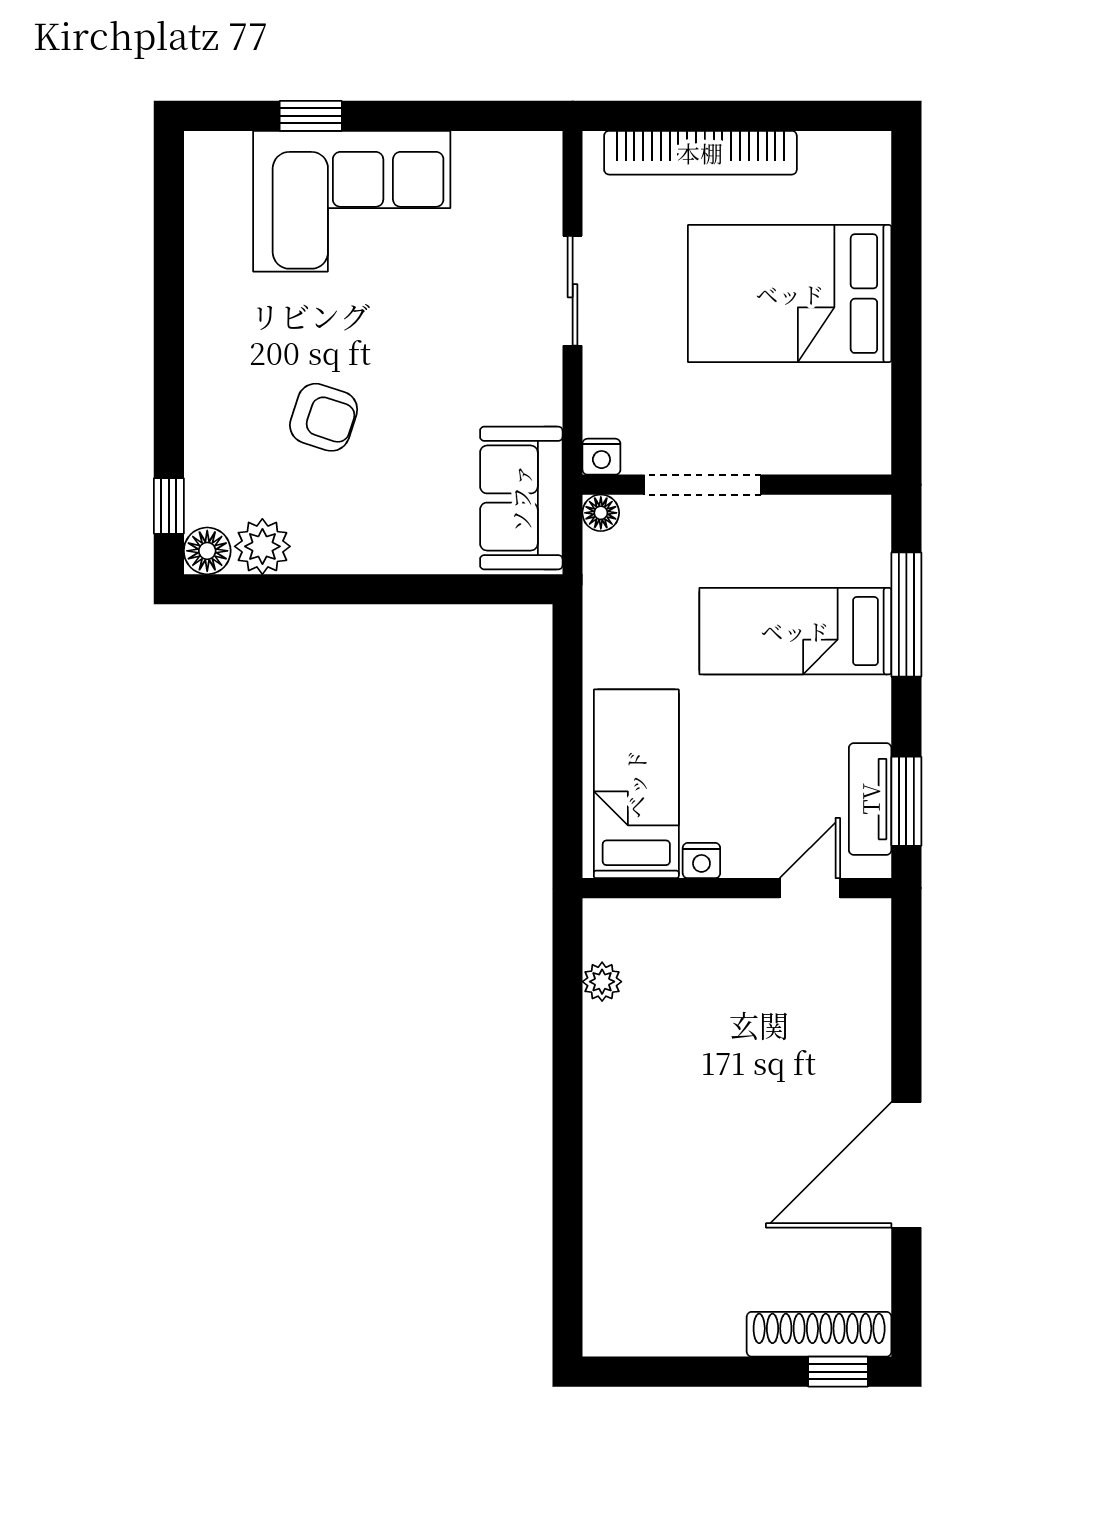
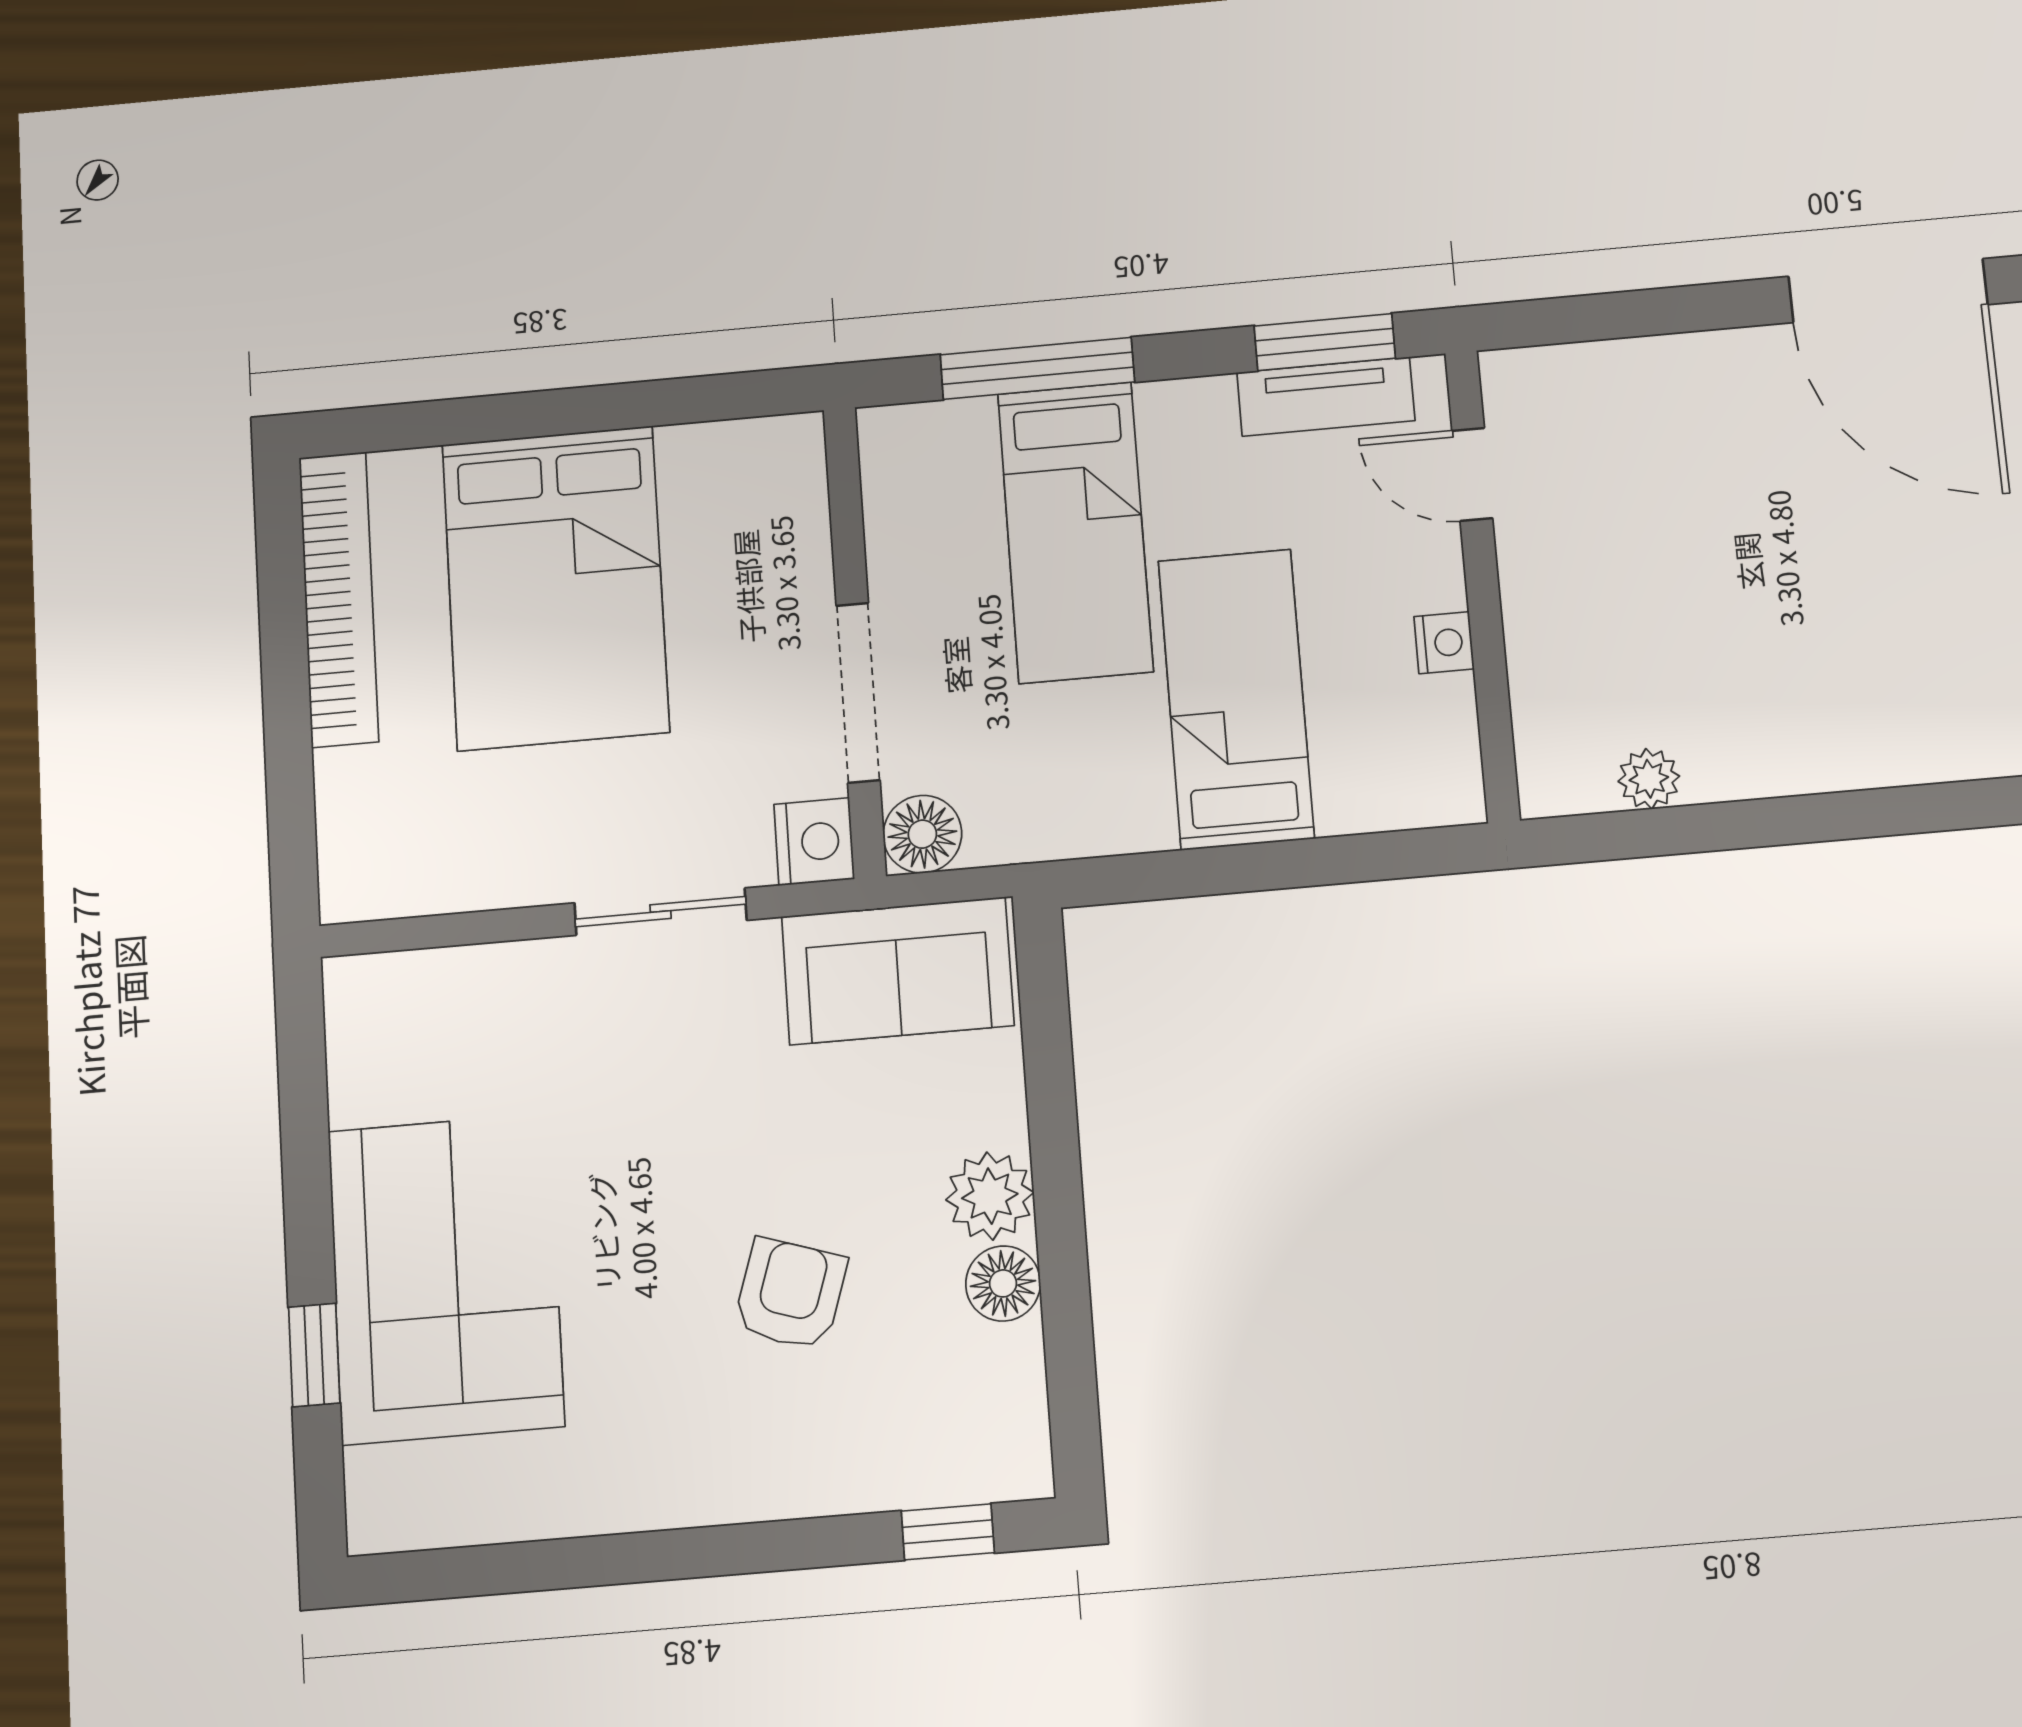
bookcase: (700, 153) -> (339, 599), moved
sliding door: (573, 291) -> (661, 912), moved
nightstand: (601, 457) -> (814, 842), width x1.39, depth x1.35
floor lamp: (601, 513) -> (922, 834), width x1.37, depth x1.37
plant: (262, 546) -> (990, 1196), moved
floor lamp: (207, 551) -> (1003, 1283), moved
bed: (636, 784) -> (1236, 699), moved, turned 90

